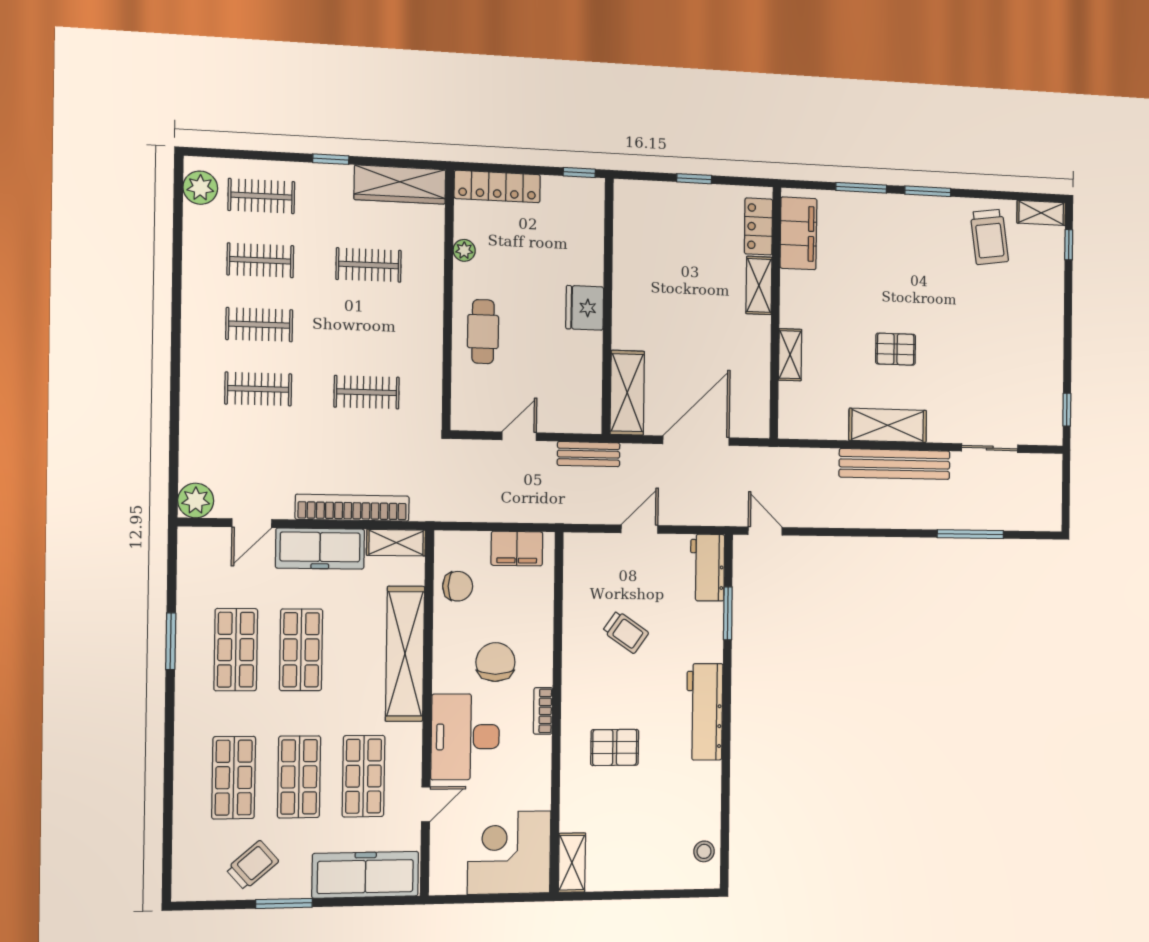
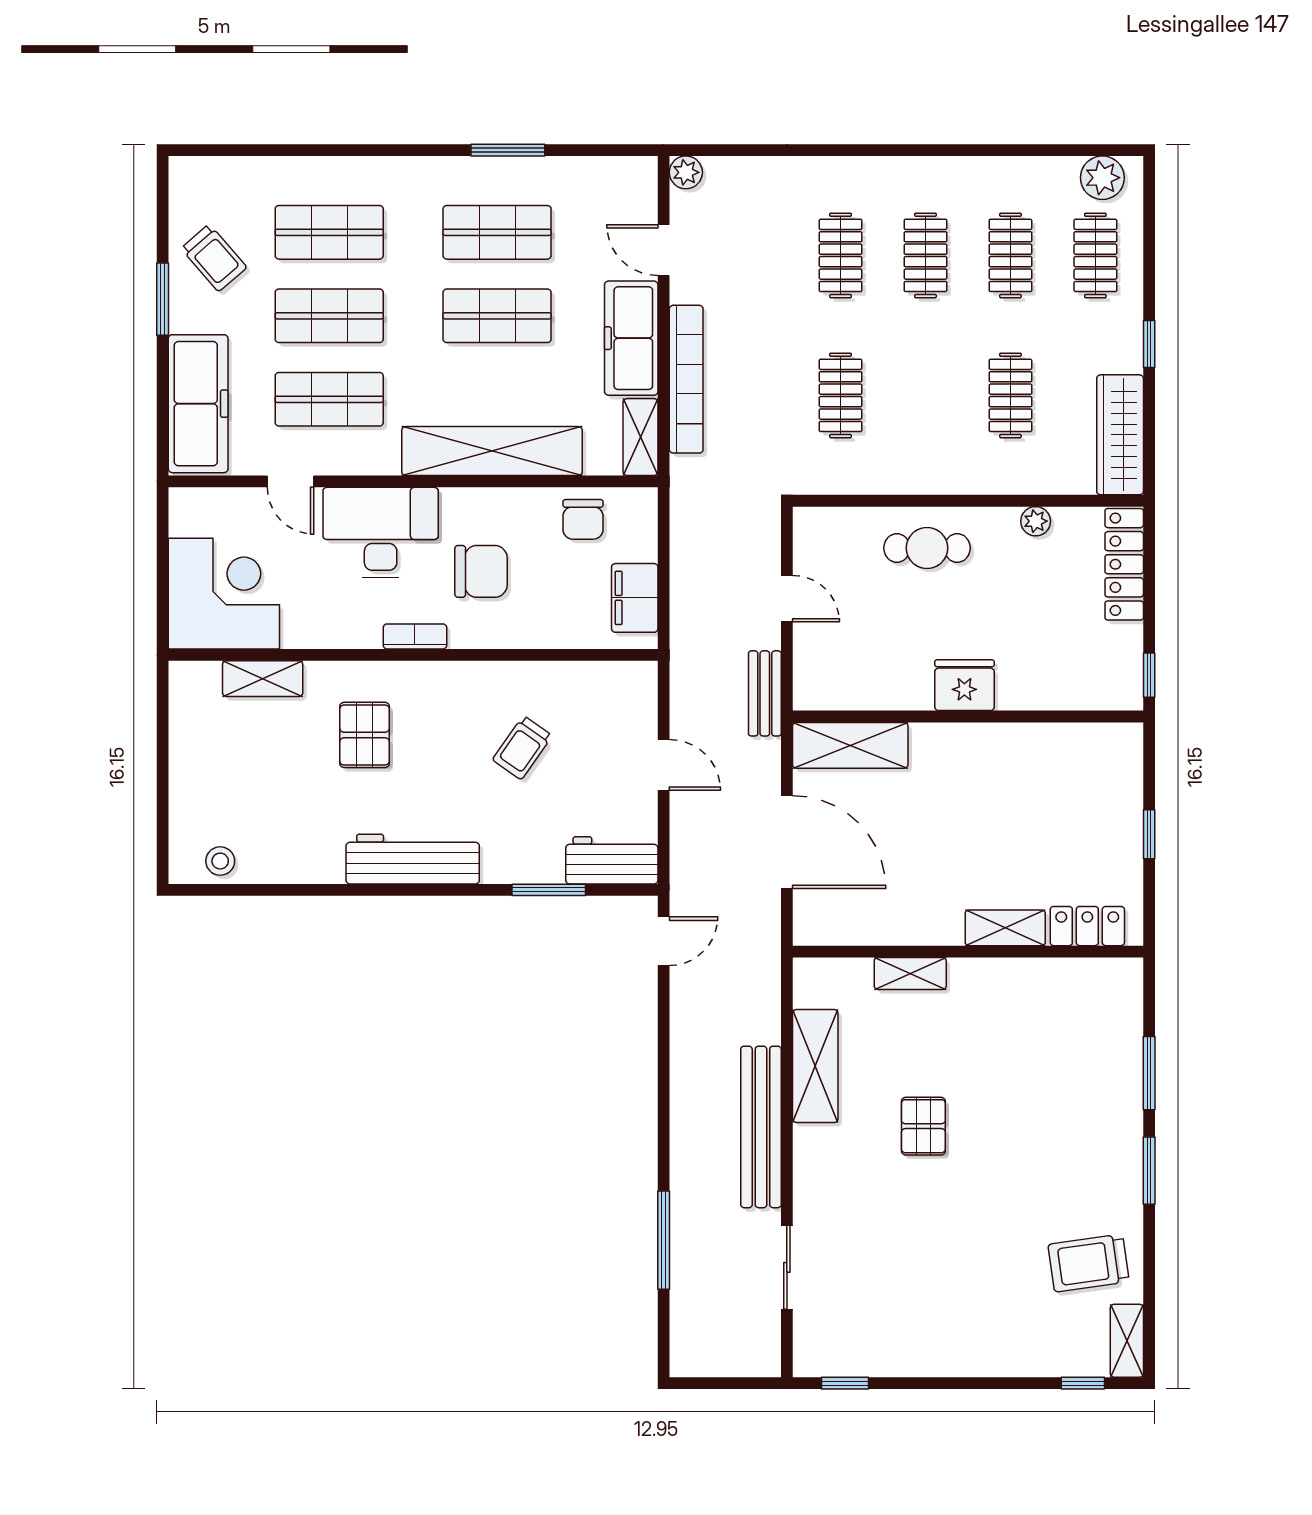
filing cabinet: (798, 233) -> (1080, 983), removed
shelving: (888, 425) -> (815, 1066), moved
plant: (196, 501) -> (686, 172), width x0.73, depth x0.73
shelving: (572, 863) -> (263, 679), moved

